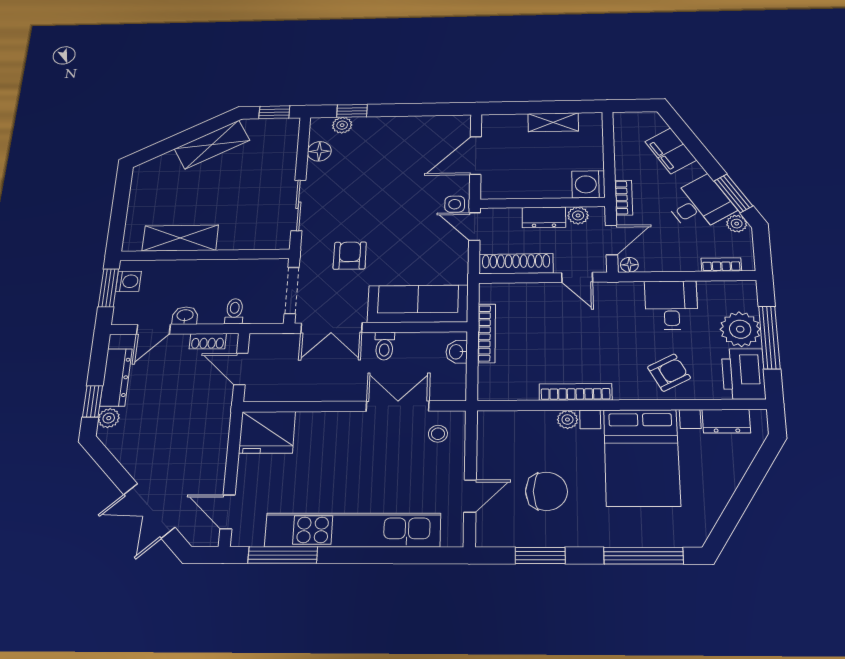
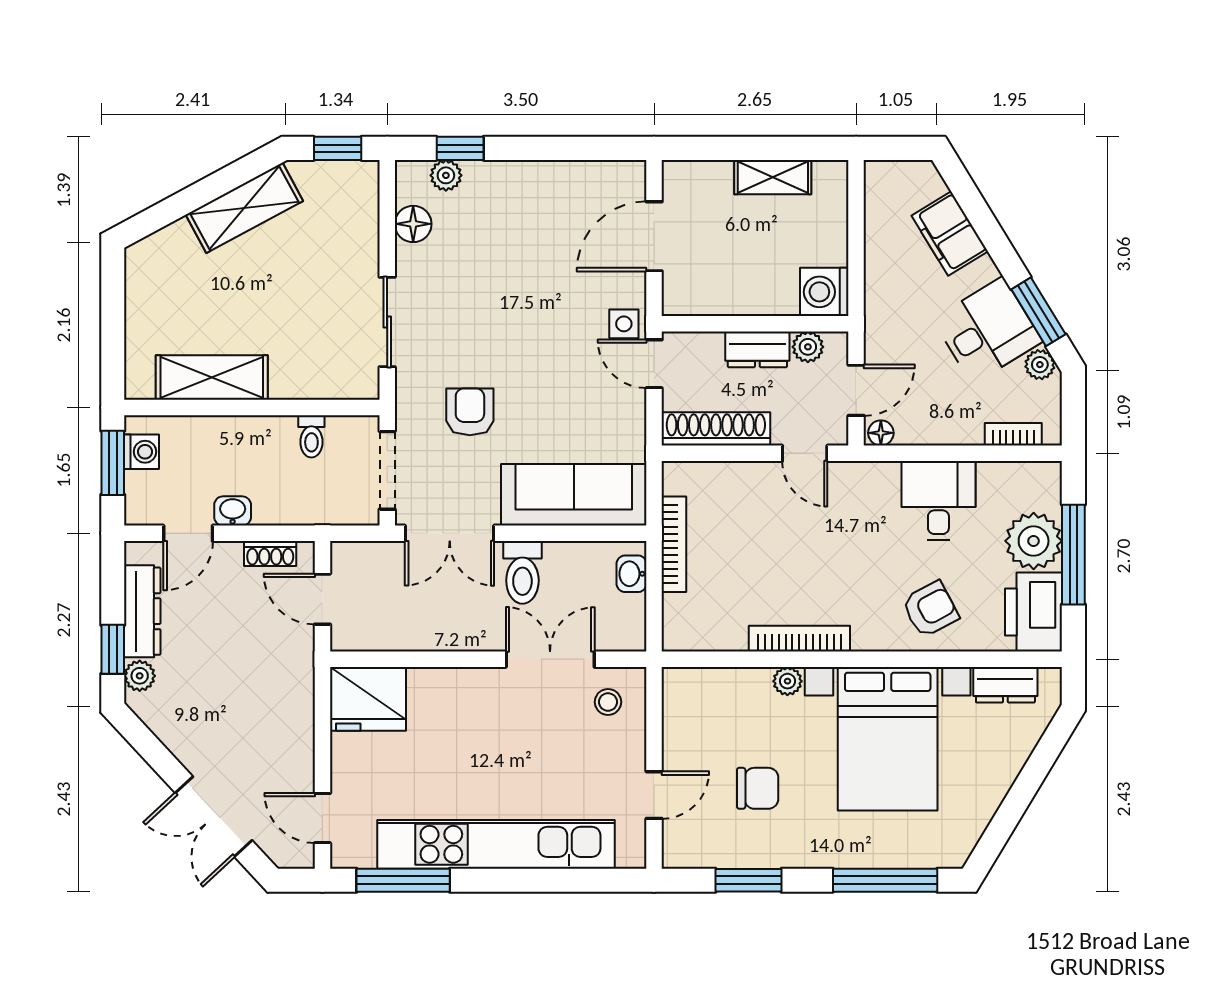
bookcase: (624, 198) -> (876, 317), removed
toilet: (234, 311) -> (311, 436), moved, turned 180
toilet: (384, 346) -> (522, 572), width x1.37, depth x1.39
chair: (546, 491) -> (758, 788), width x0.73, depth x0.73

